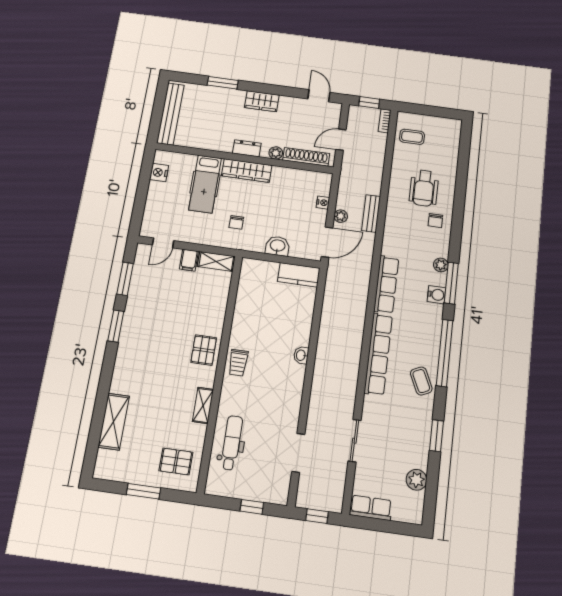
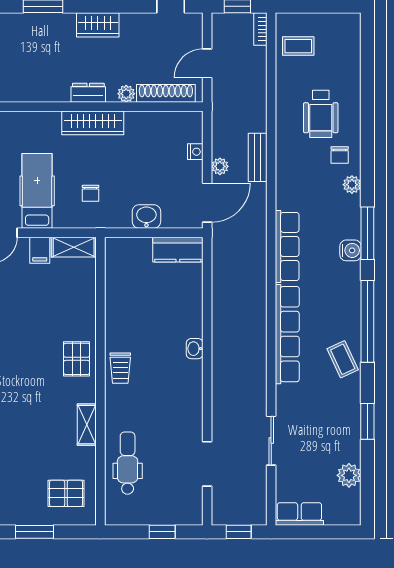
hospital bed: (205, 184) -> (37, 191), moved, turned 180
plant: (441, 265) -> (352, 185), moved

